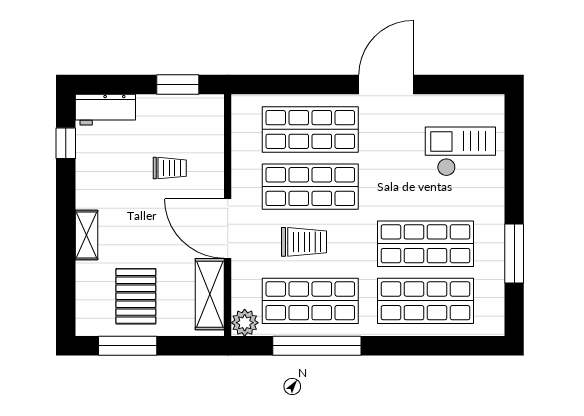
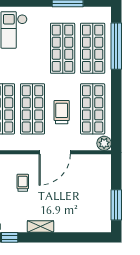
shelving: (87, 235) -> (40, 226), moved
shelving: (210, 294) -> (89, 162), removed
pallet: (136, 296) -> (90, 201), removed
window: (317, 346) -> (116, 46), moved

